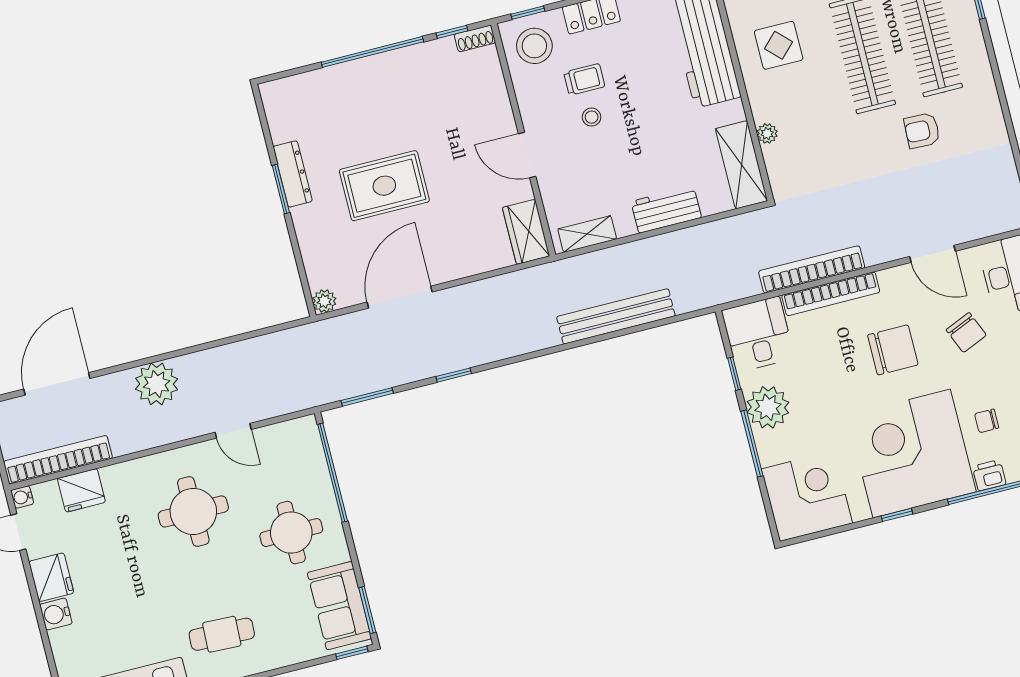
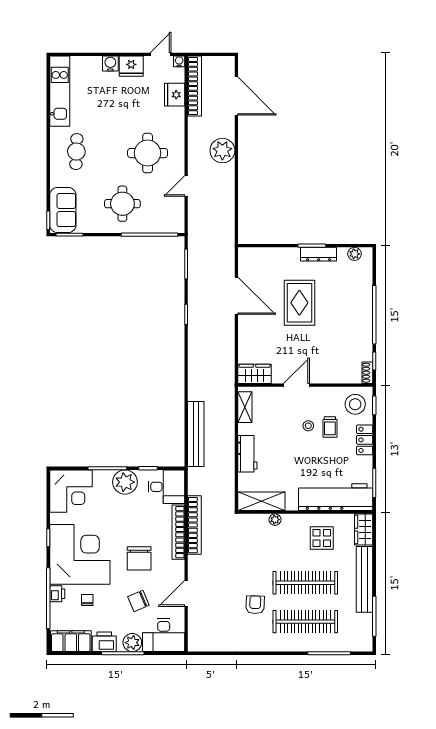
plant: (324, 301) -> (355, 254), moved
bench: (616, 316) -> (196, 434), moved
sofa: (339, 606) -> (63, 210), moved, turned 90

